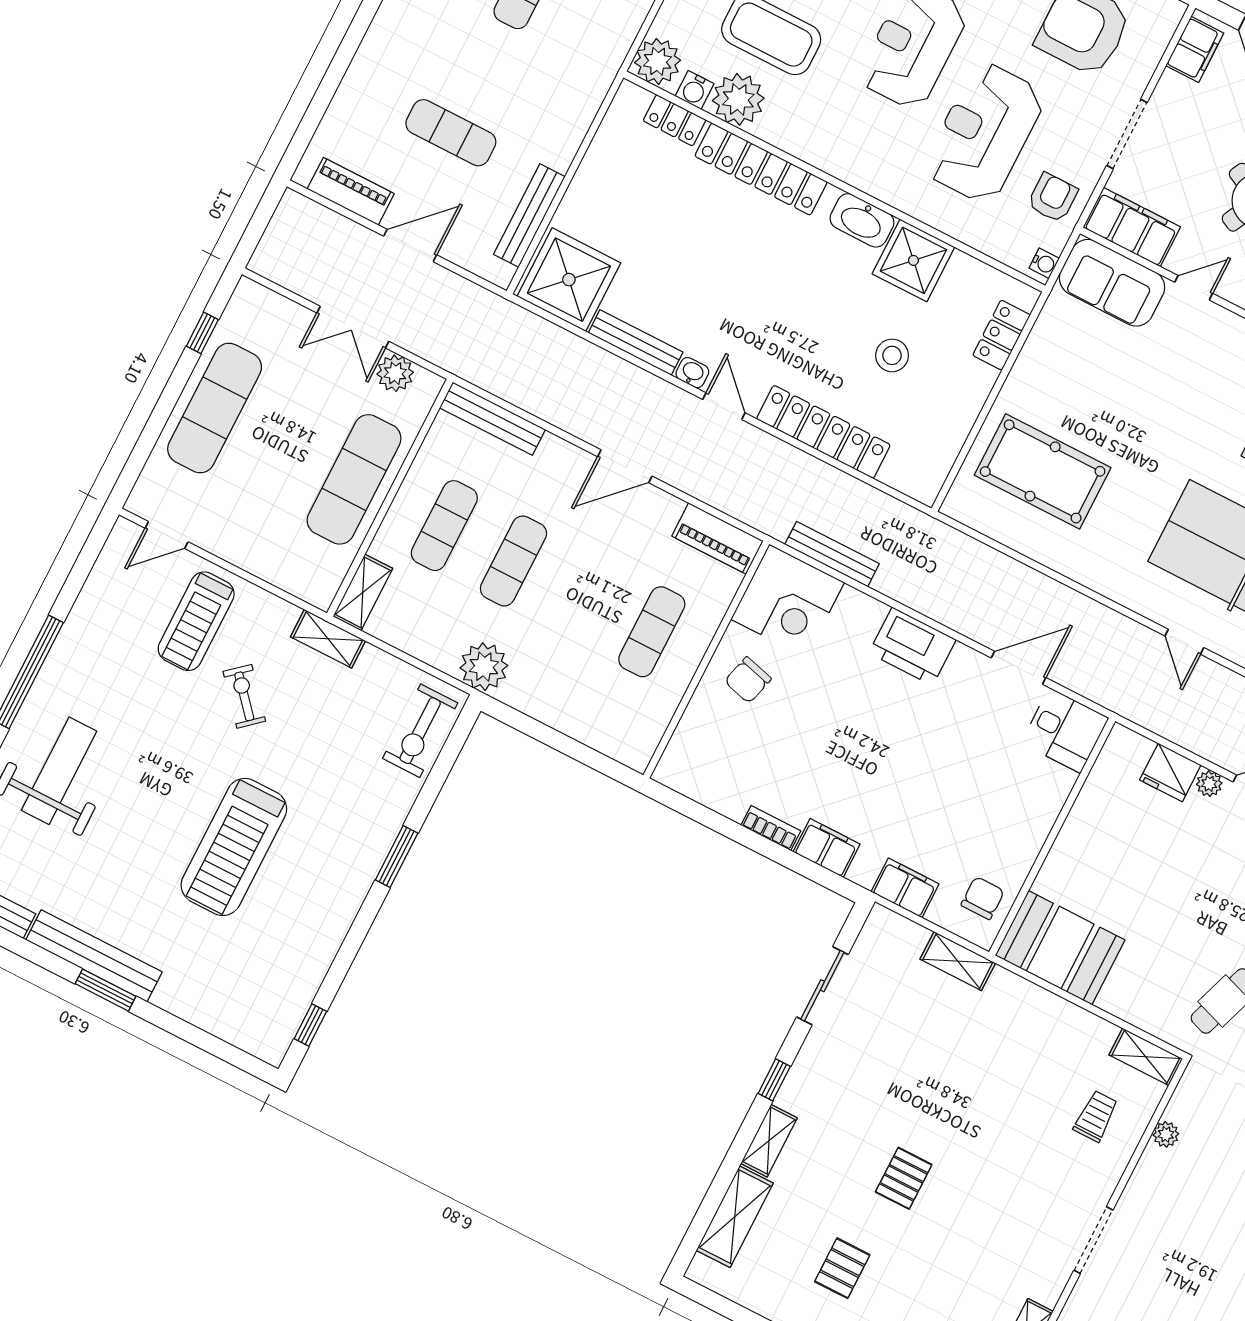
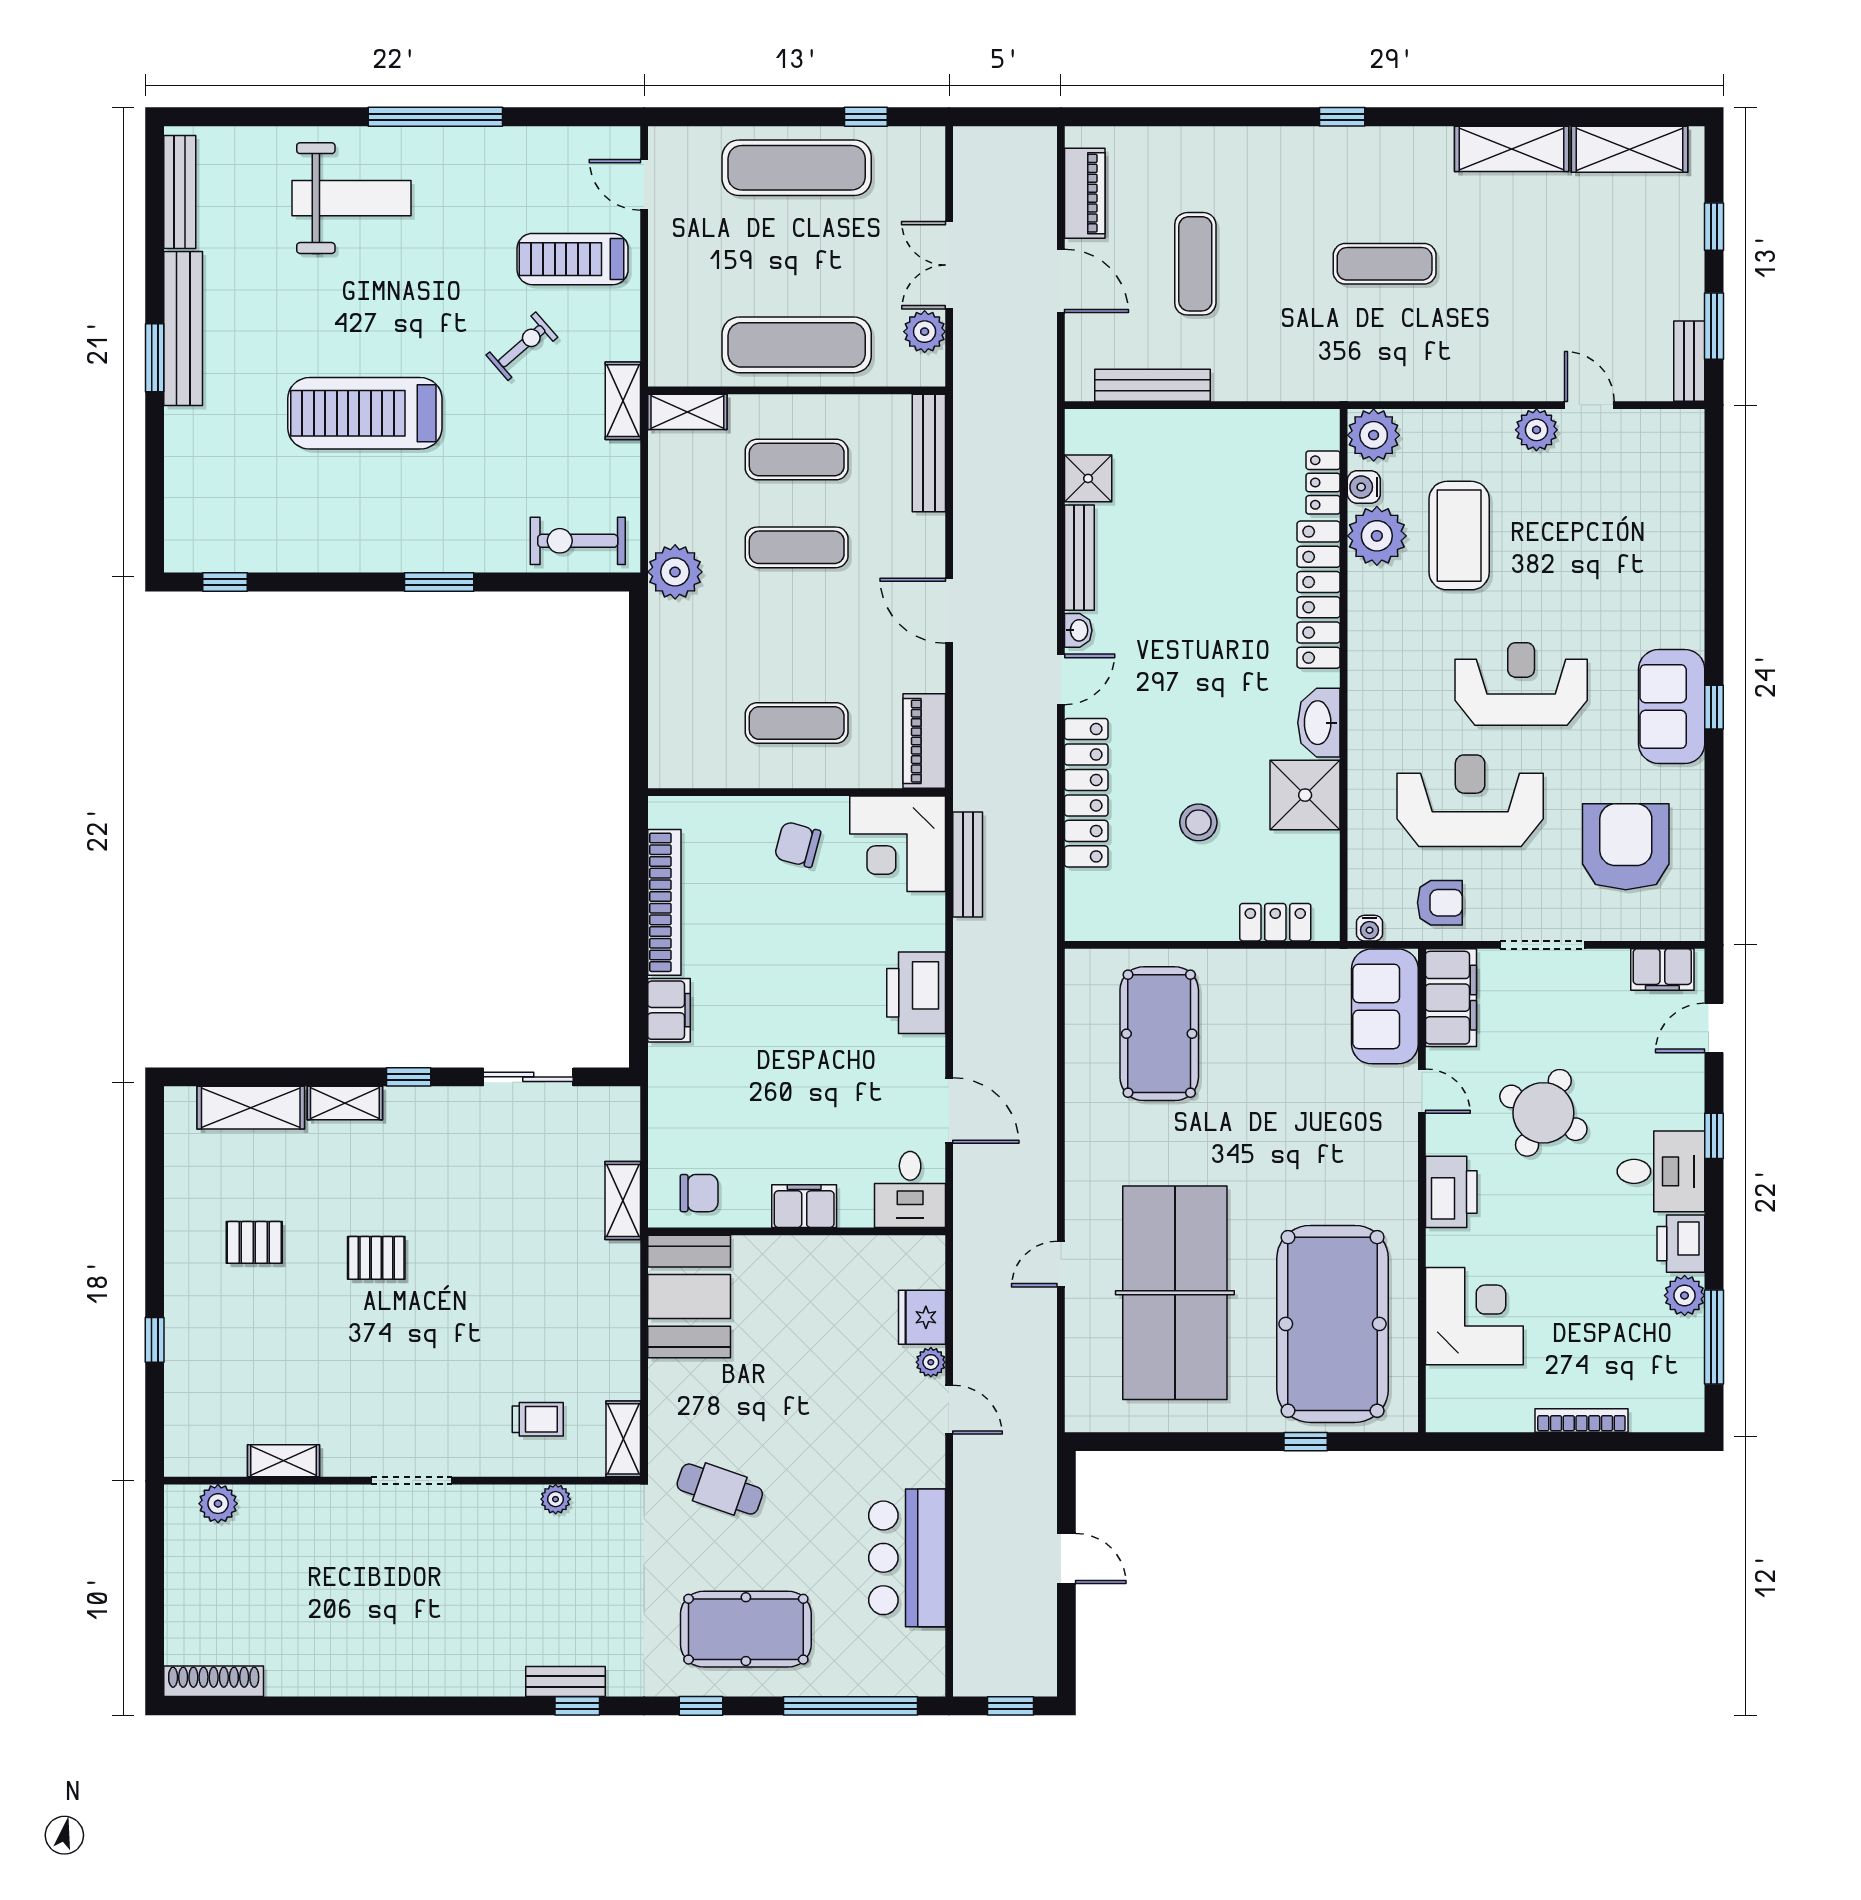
shower: (569, 280) -> (1088, 478), width x0.54, depth x0.54
bookcase: (771, 828) -> (664, 902), width x2.31, depth x1.31
filing cabinet: (905, 888) -> (804, 1206), moved, turned -90

